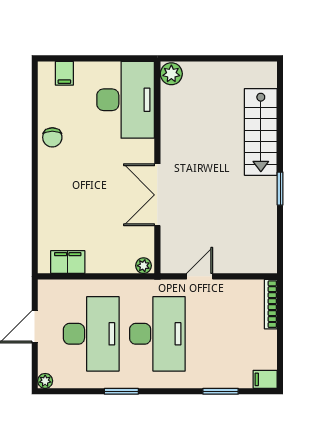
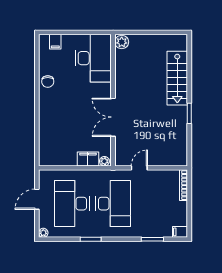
filing cabinet: (68, 262) -> (88, 159), moved
desk: (91, 334) -> (72, 204), turned 180

